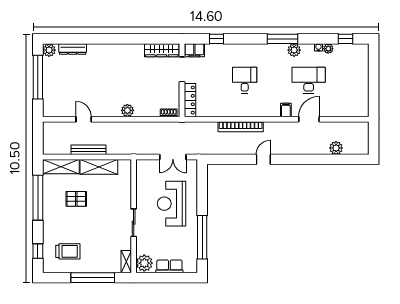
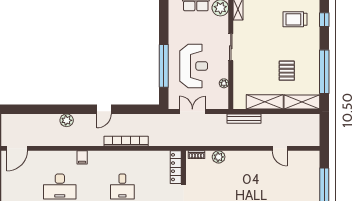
plant: (127, 110) -> (219, 157), moved
door: (309, 119) -> (17, 148), moved
plant: (336, 148) -> (67, 120), moved
bench: (89, 150) -> (244, 119), moved
plant: (141, 186) -> (224, 83), added
pallet: (76, 199) -> (287, 71), turned 90
window: (202, 237) -> (164, 66), moved

